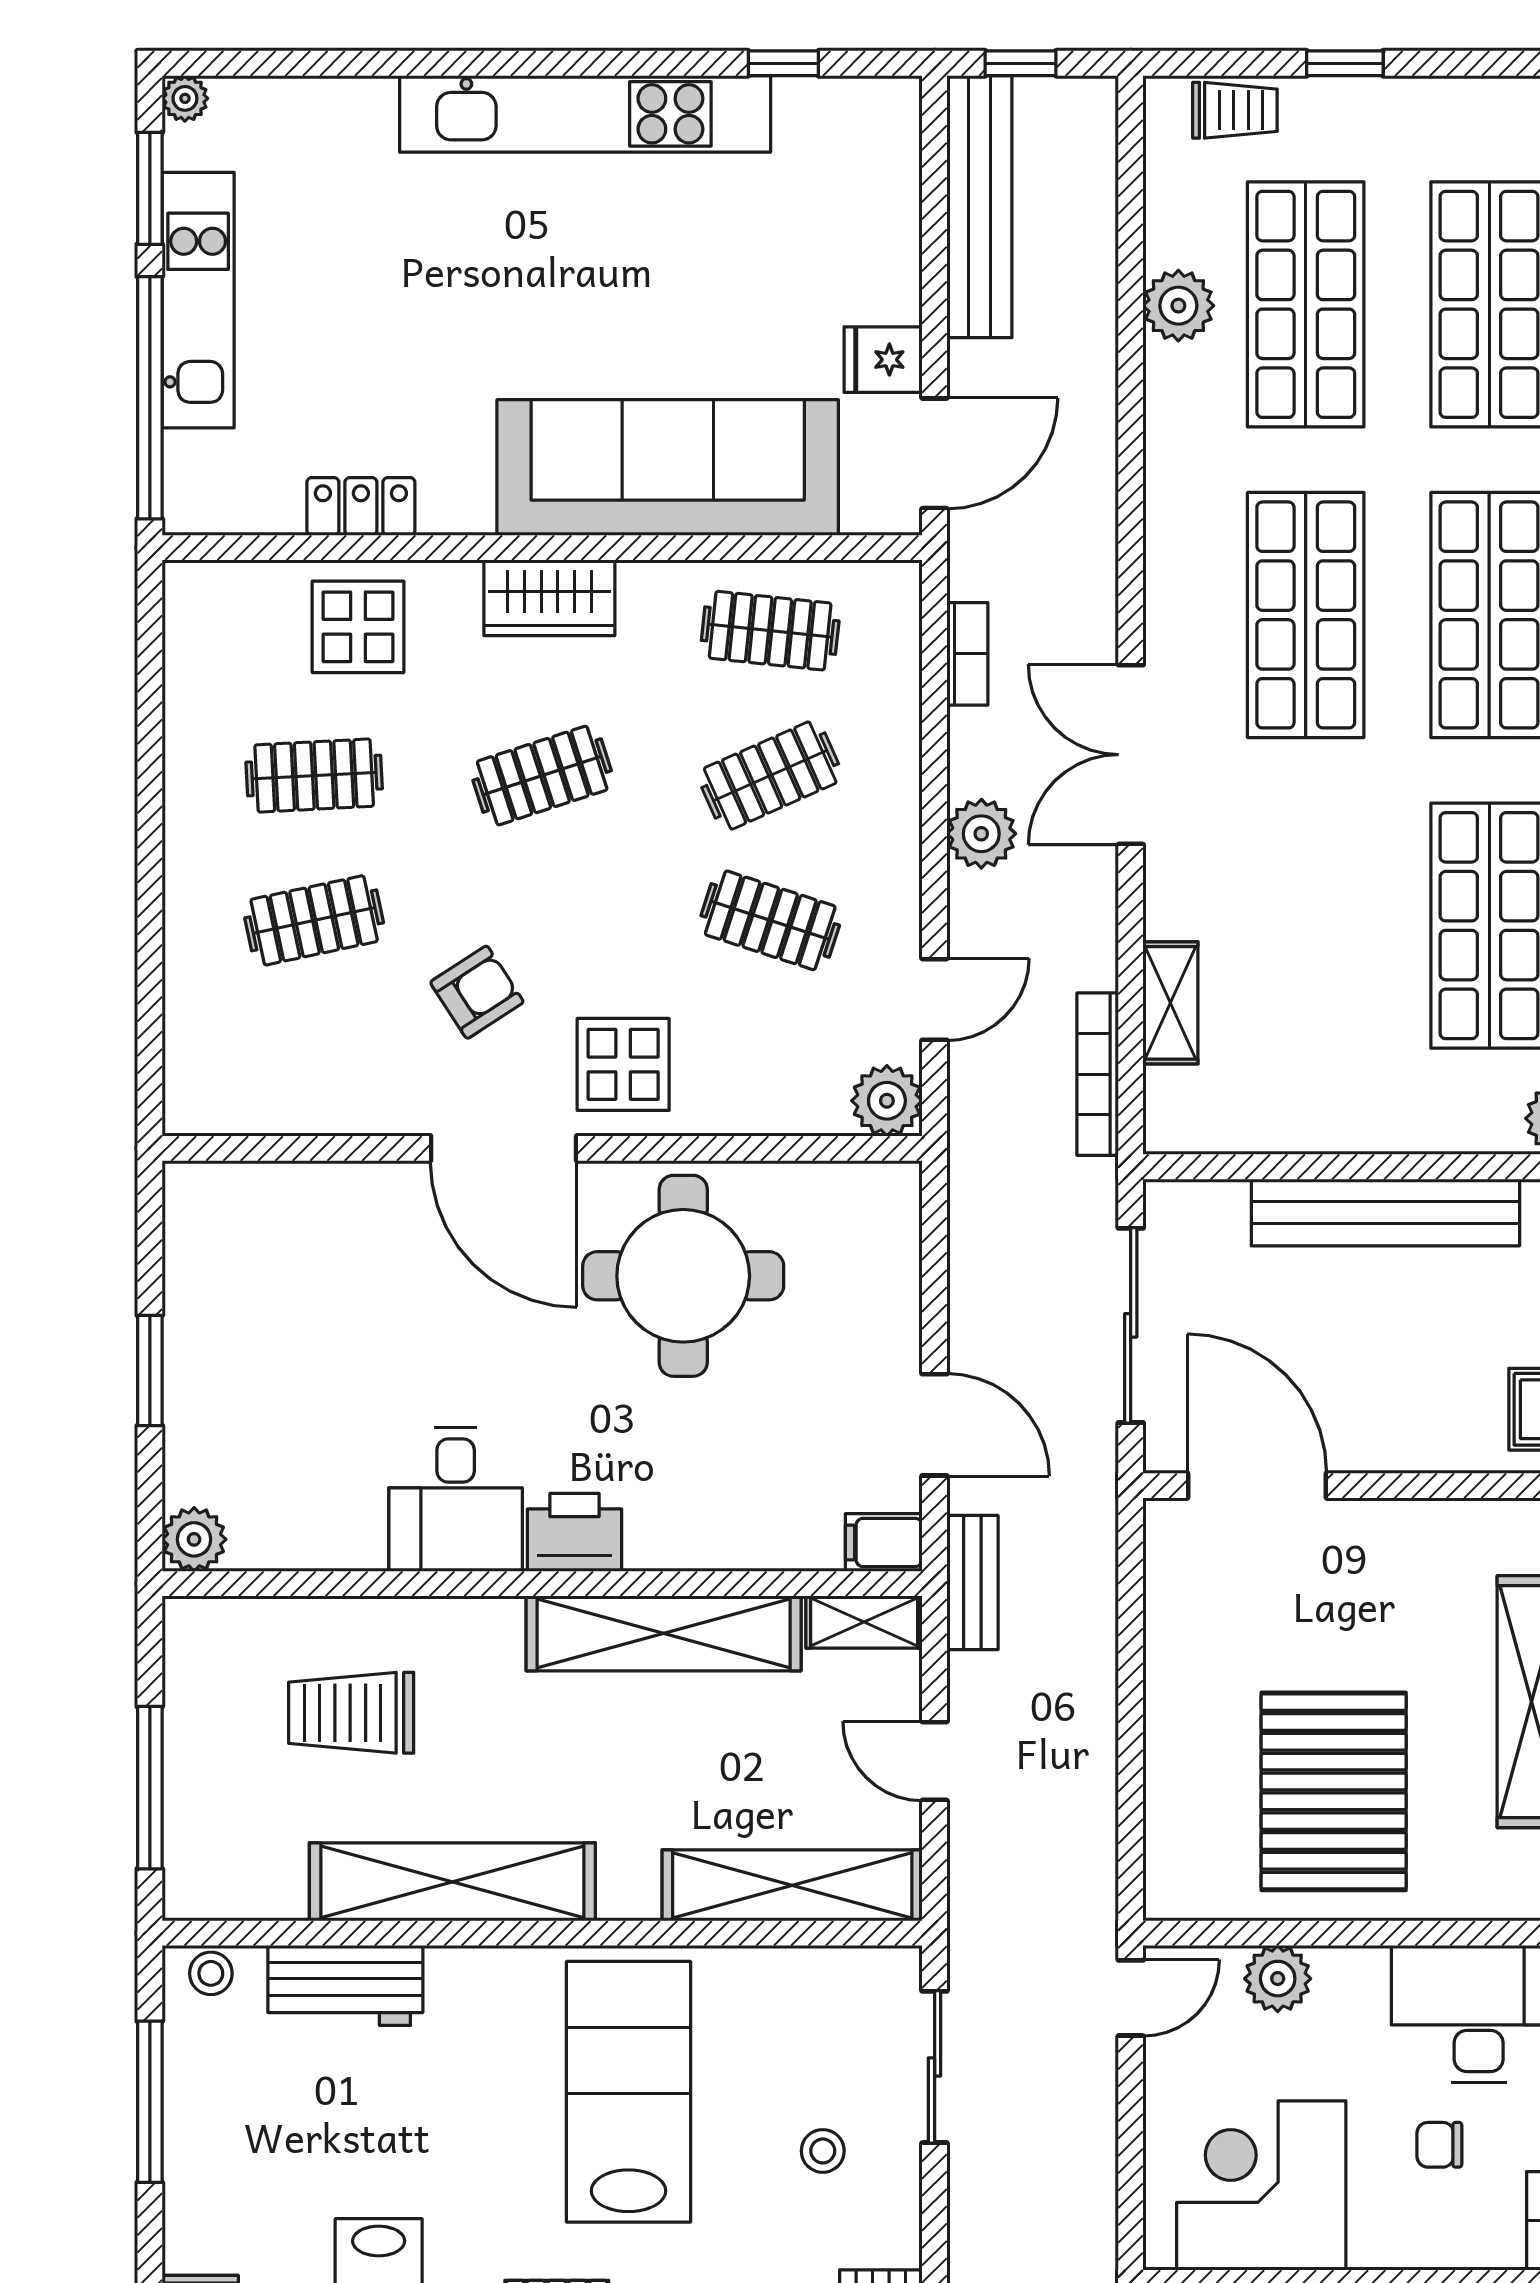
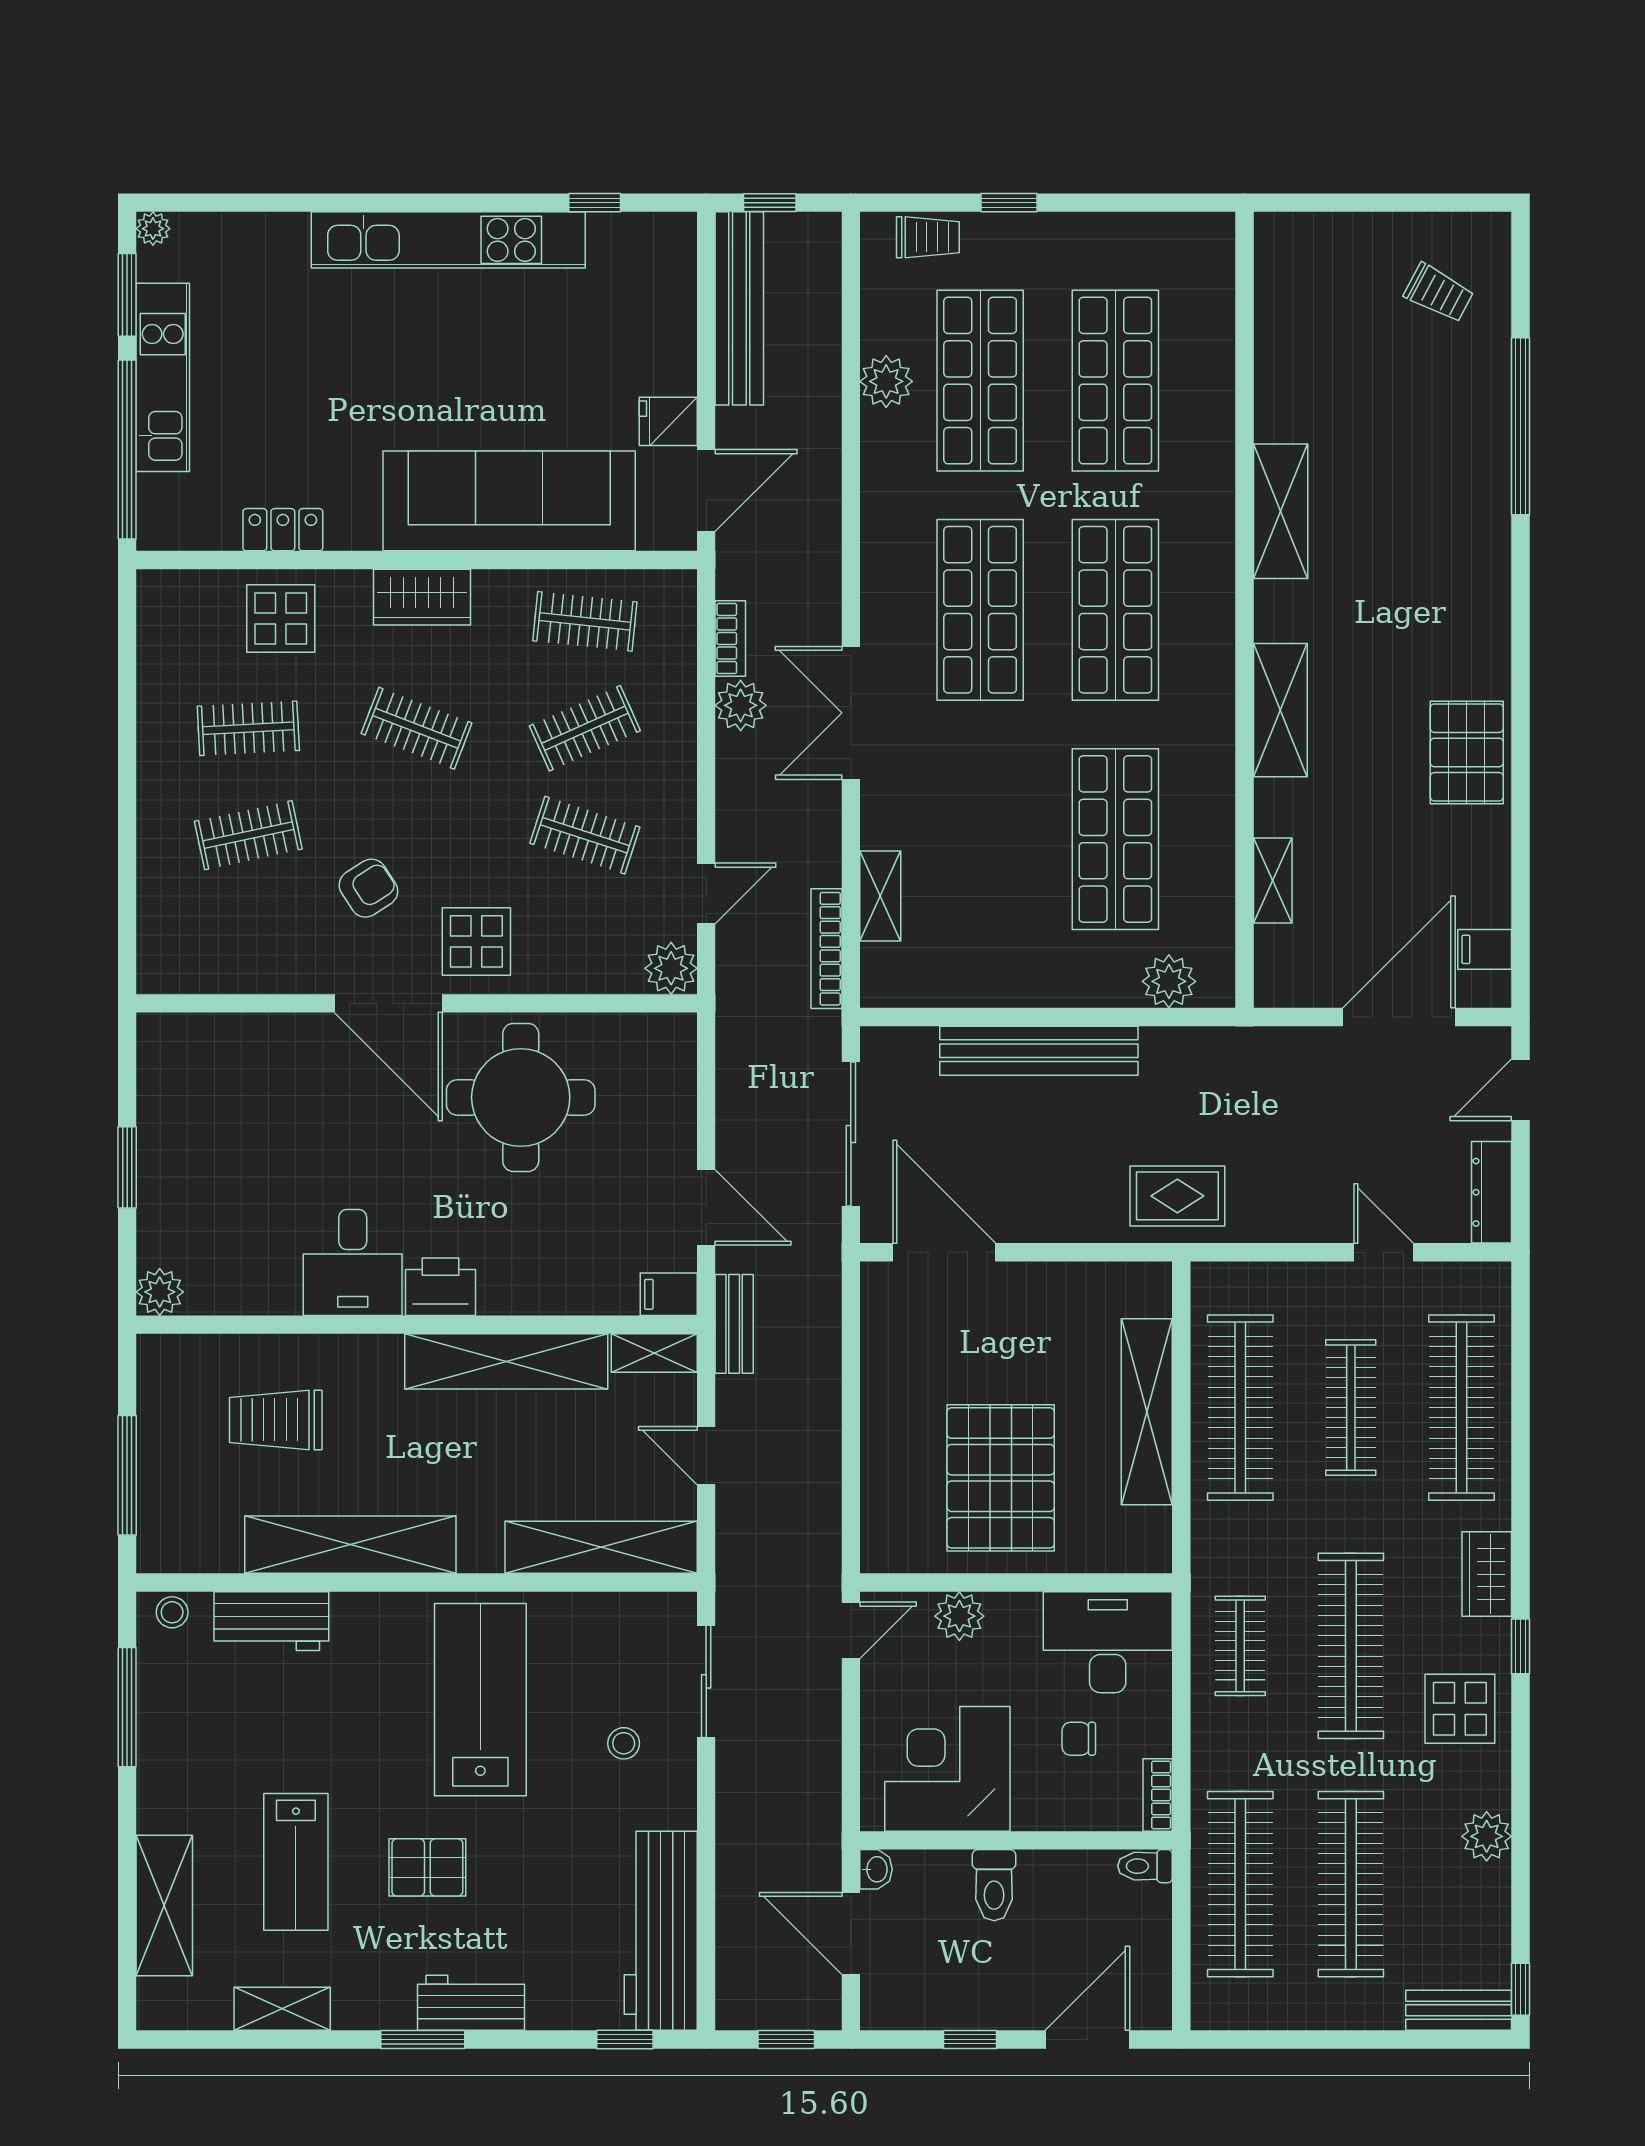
clothes rail: (542, 776) -> (417, 728), turned 39
plant: (981, 834) -> (741, 705), moved

